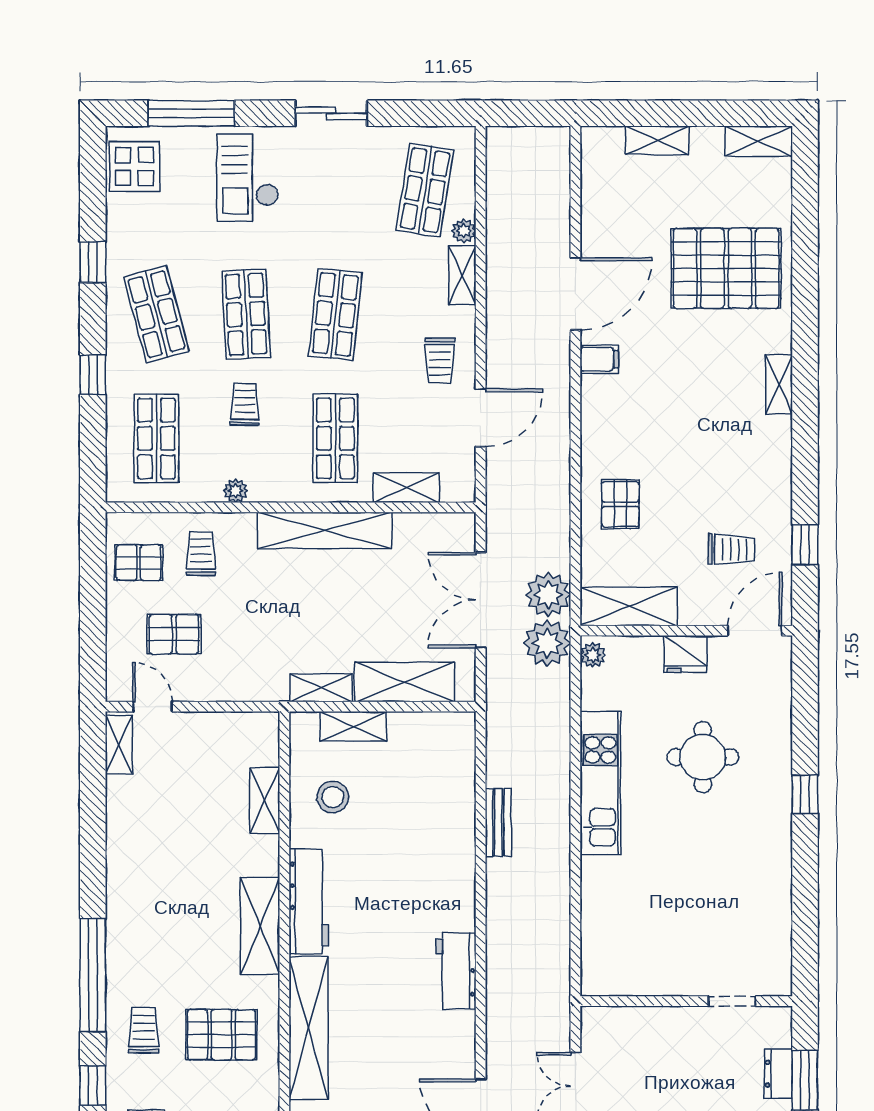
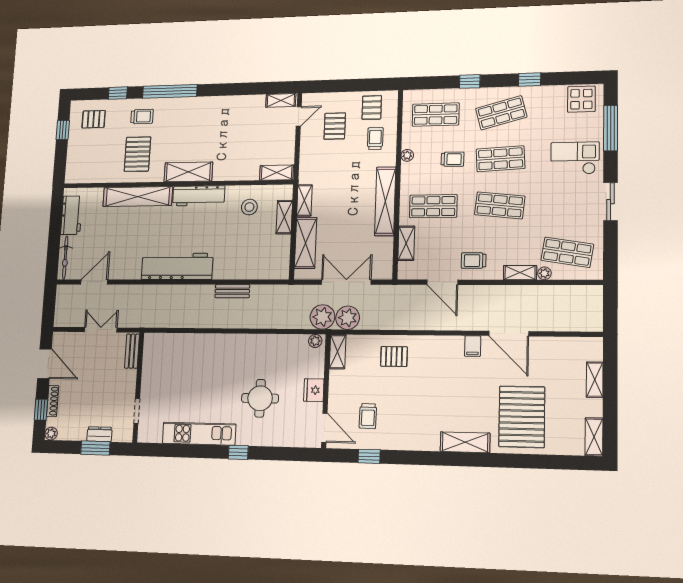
shelving: (779, 384) -> (465, 442), width x1.50, depth x1.33
trolley: (201, 554) -> (375, 139), turned -90
shelving: (629, 607) -> (338, 352), width x0.67, depth x0.75
kitchen unit: (600, 783) -> (199, 434), moved, turned 180
shelving: (265, 800) -> (277, 173), moved
workbench: (456, 971) -> (177, 266), width x1.88, depth x1.32
bench: (617, 1019) -> (132, 351), added

